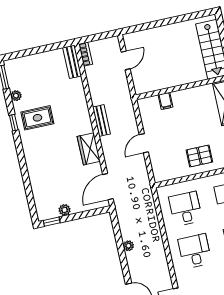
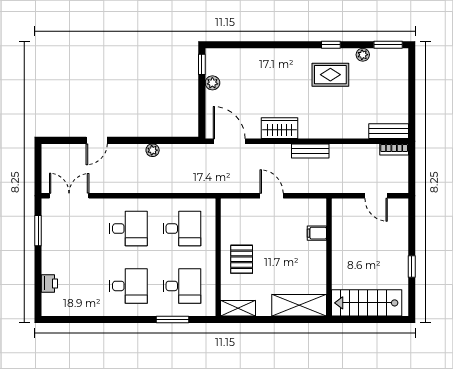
window: (175, 20) -> (412, 266), added
rug: (37, 118) -> (330, 75), turned 90

